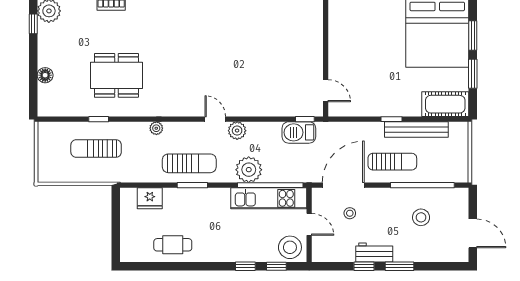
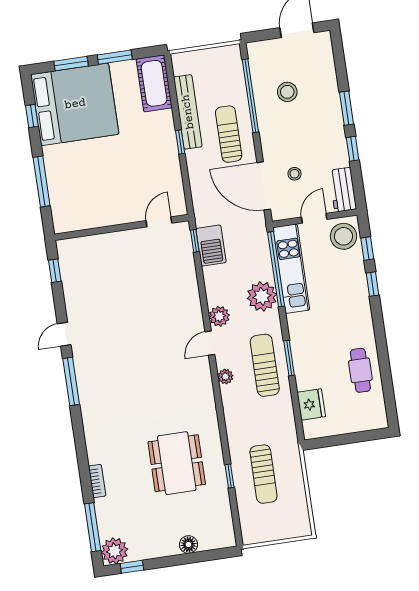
plant: (156, 128) -> (225, 377), moved
workbench: (374, 252) -> (343, 190), moved

